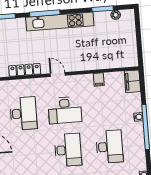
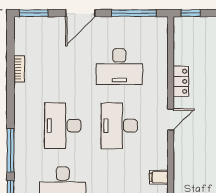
locker: (25, 70) -> (181, 81), width x0.66
desk: (68, 150) -> (63, 126), turned 90

